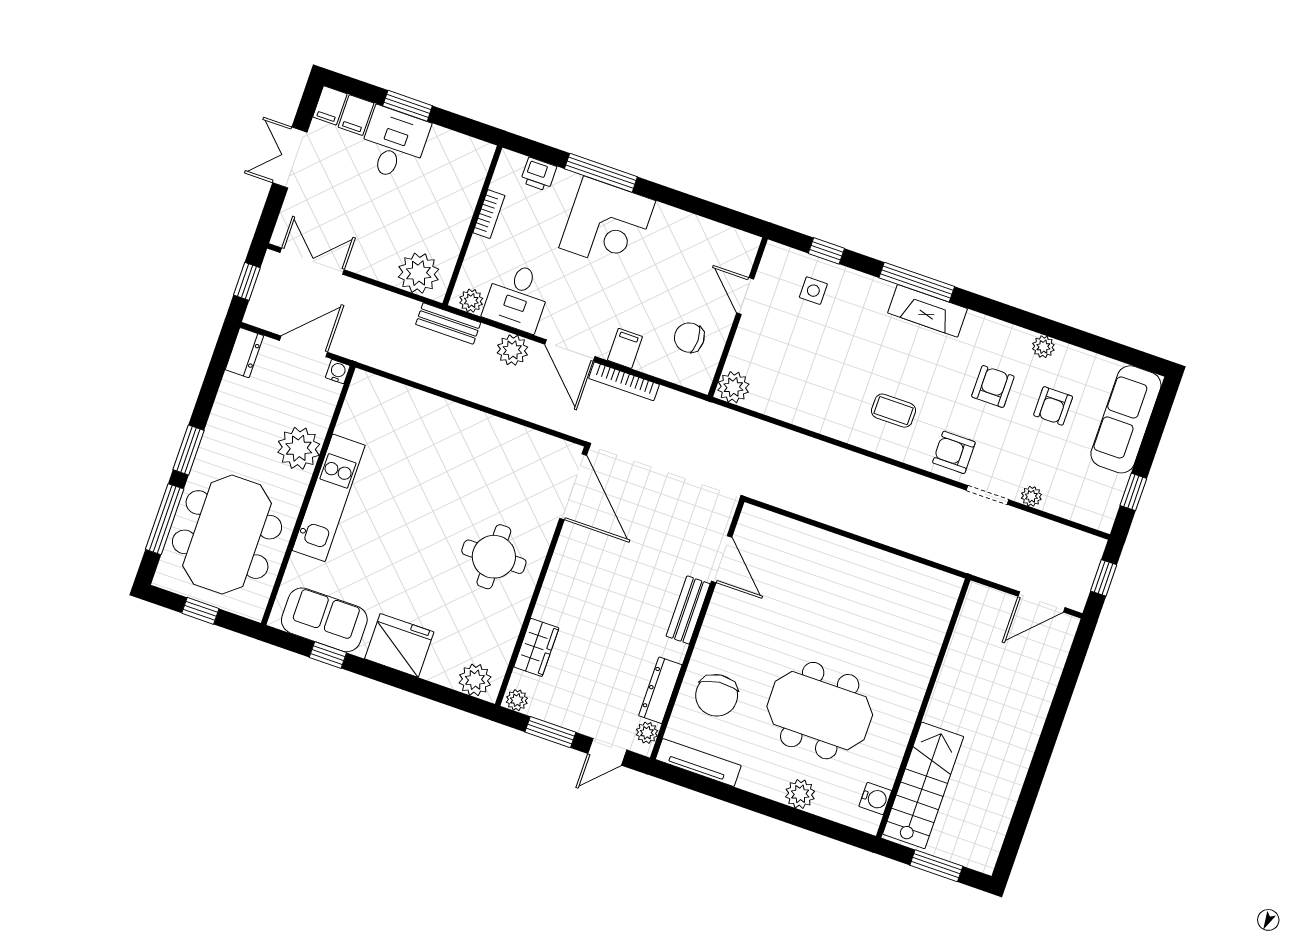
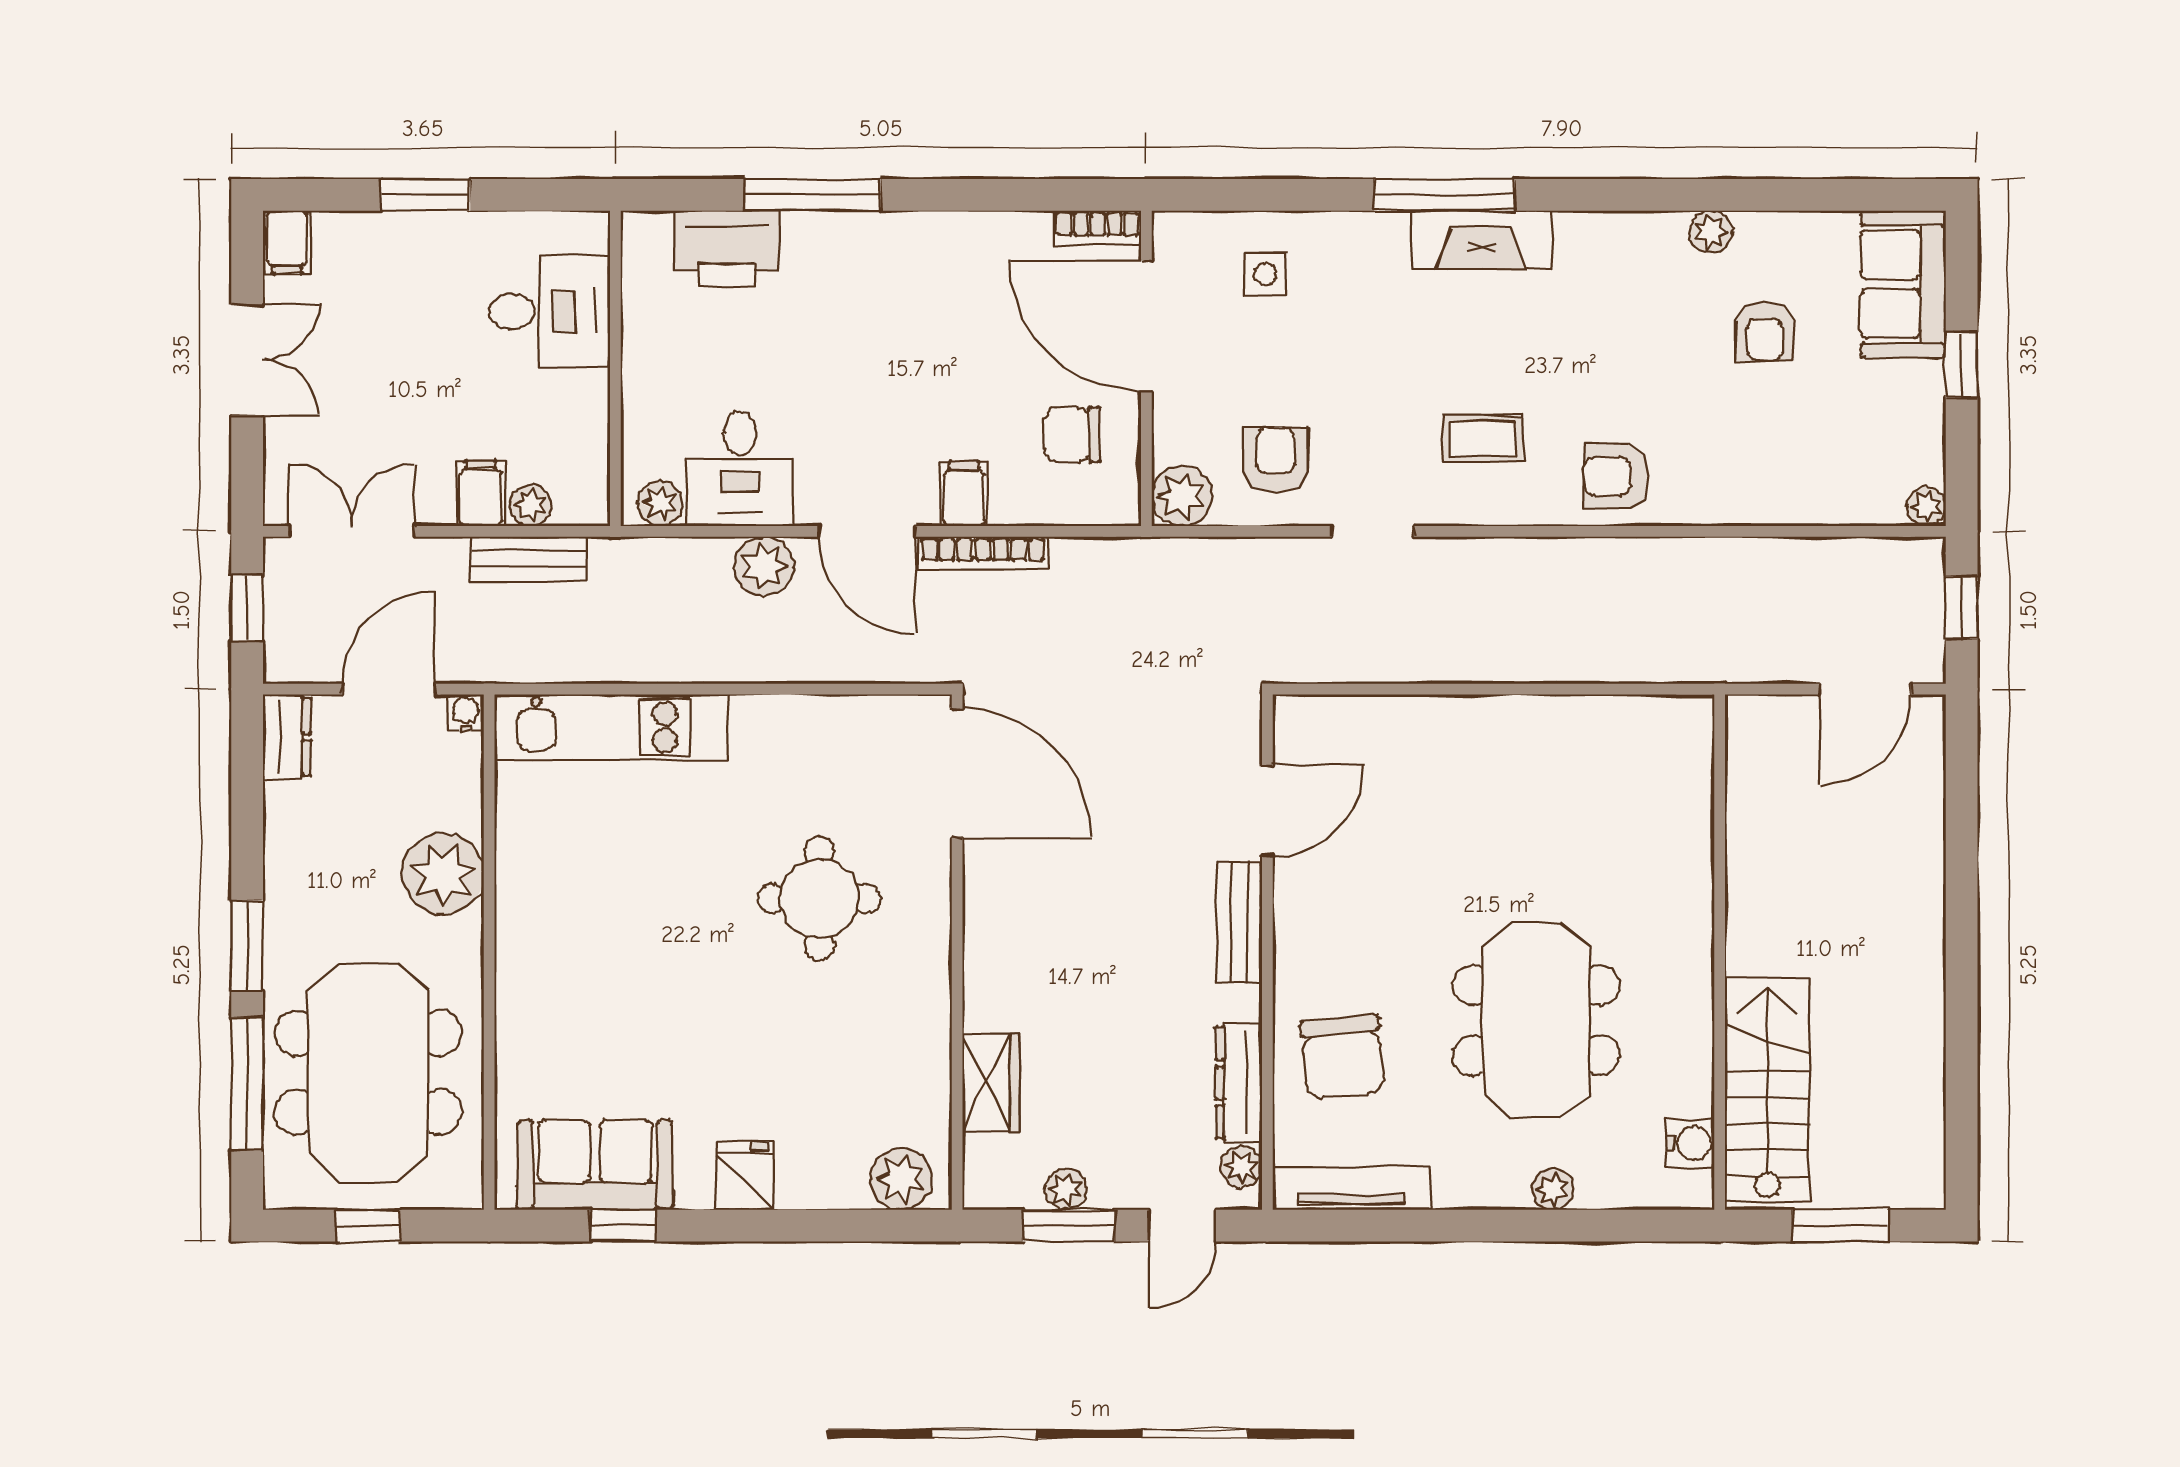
filing cabinet: (356, 115) -> (481, 493), moved, turned 180
desk: (394, 144) -> (549, 311), moved, turned 90
double door: (290, 157) -> (247, 360), swing flipped
printer: (539, 174) -> (727, 248), width x1.87, depth x1.48
bookcase: (489, 214) -> (1098, 228), moved, turned 90
corner desk: (607, 224) -> (856, 283), removed
window: (826, 251) -> (1264, 195), removed
plant: (419, 273) -> (530, 505), width x0.53, depth x0.53
door: (745, 296) -> (1146, 326), width x1.88
bench: (448, 323) -> (528, 559), moved
armchair: (993, 386) -> (1275, 459), moved
sofa: (1126, 419) -> (1903, 284), width x0.73
window: (1133, 492) -> (1962, 365), moved
doorway: (987, 495) -> (1373, 531), moved
plant: (1031, 496) -> (1926, 507), moved
kitchen unit: (329, 498) -> (611, 727), moved, turned 90
round table: (494, 557) -> (819, 899), moved
door: (722, 559) -> (1267, 811), hinge flipped
fridge: (399, 645) -> (745, 1176), width x0.53, depth x0.75
plant: (517, 700) -> (1066, 1189), moved
meeting table: (820, 711) -> (1536, 1020), turned 90
plant: (800, 794) -> (1553, 1189), width x0.73, depth x0.73

